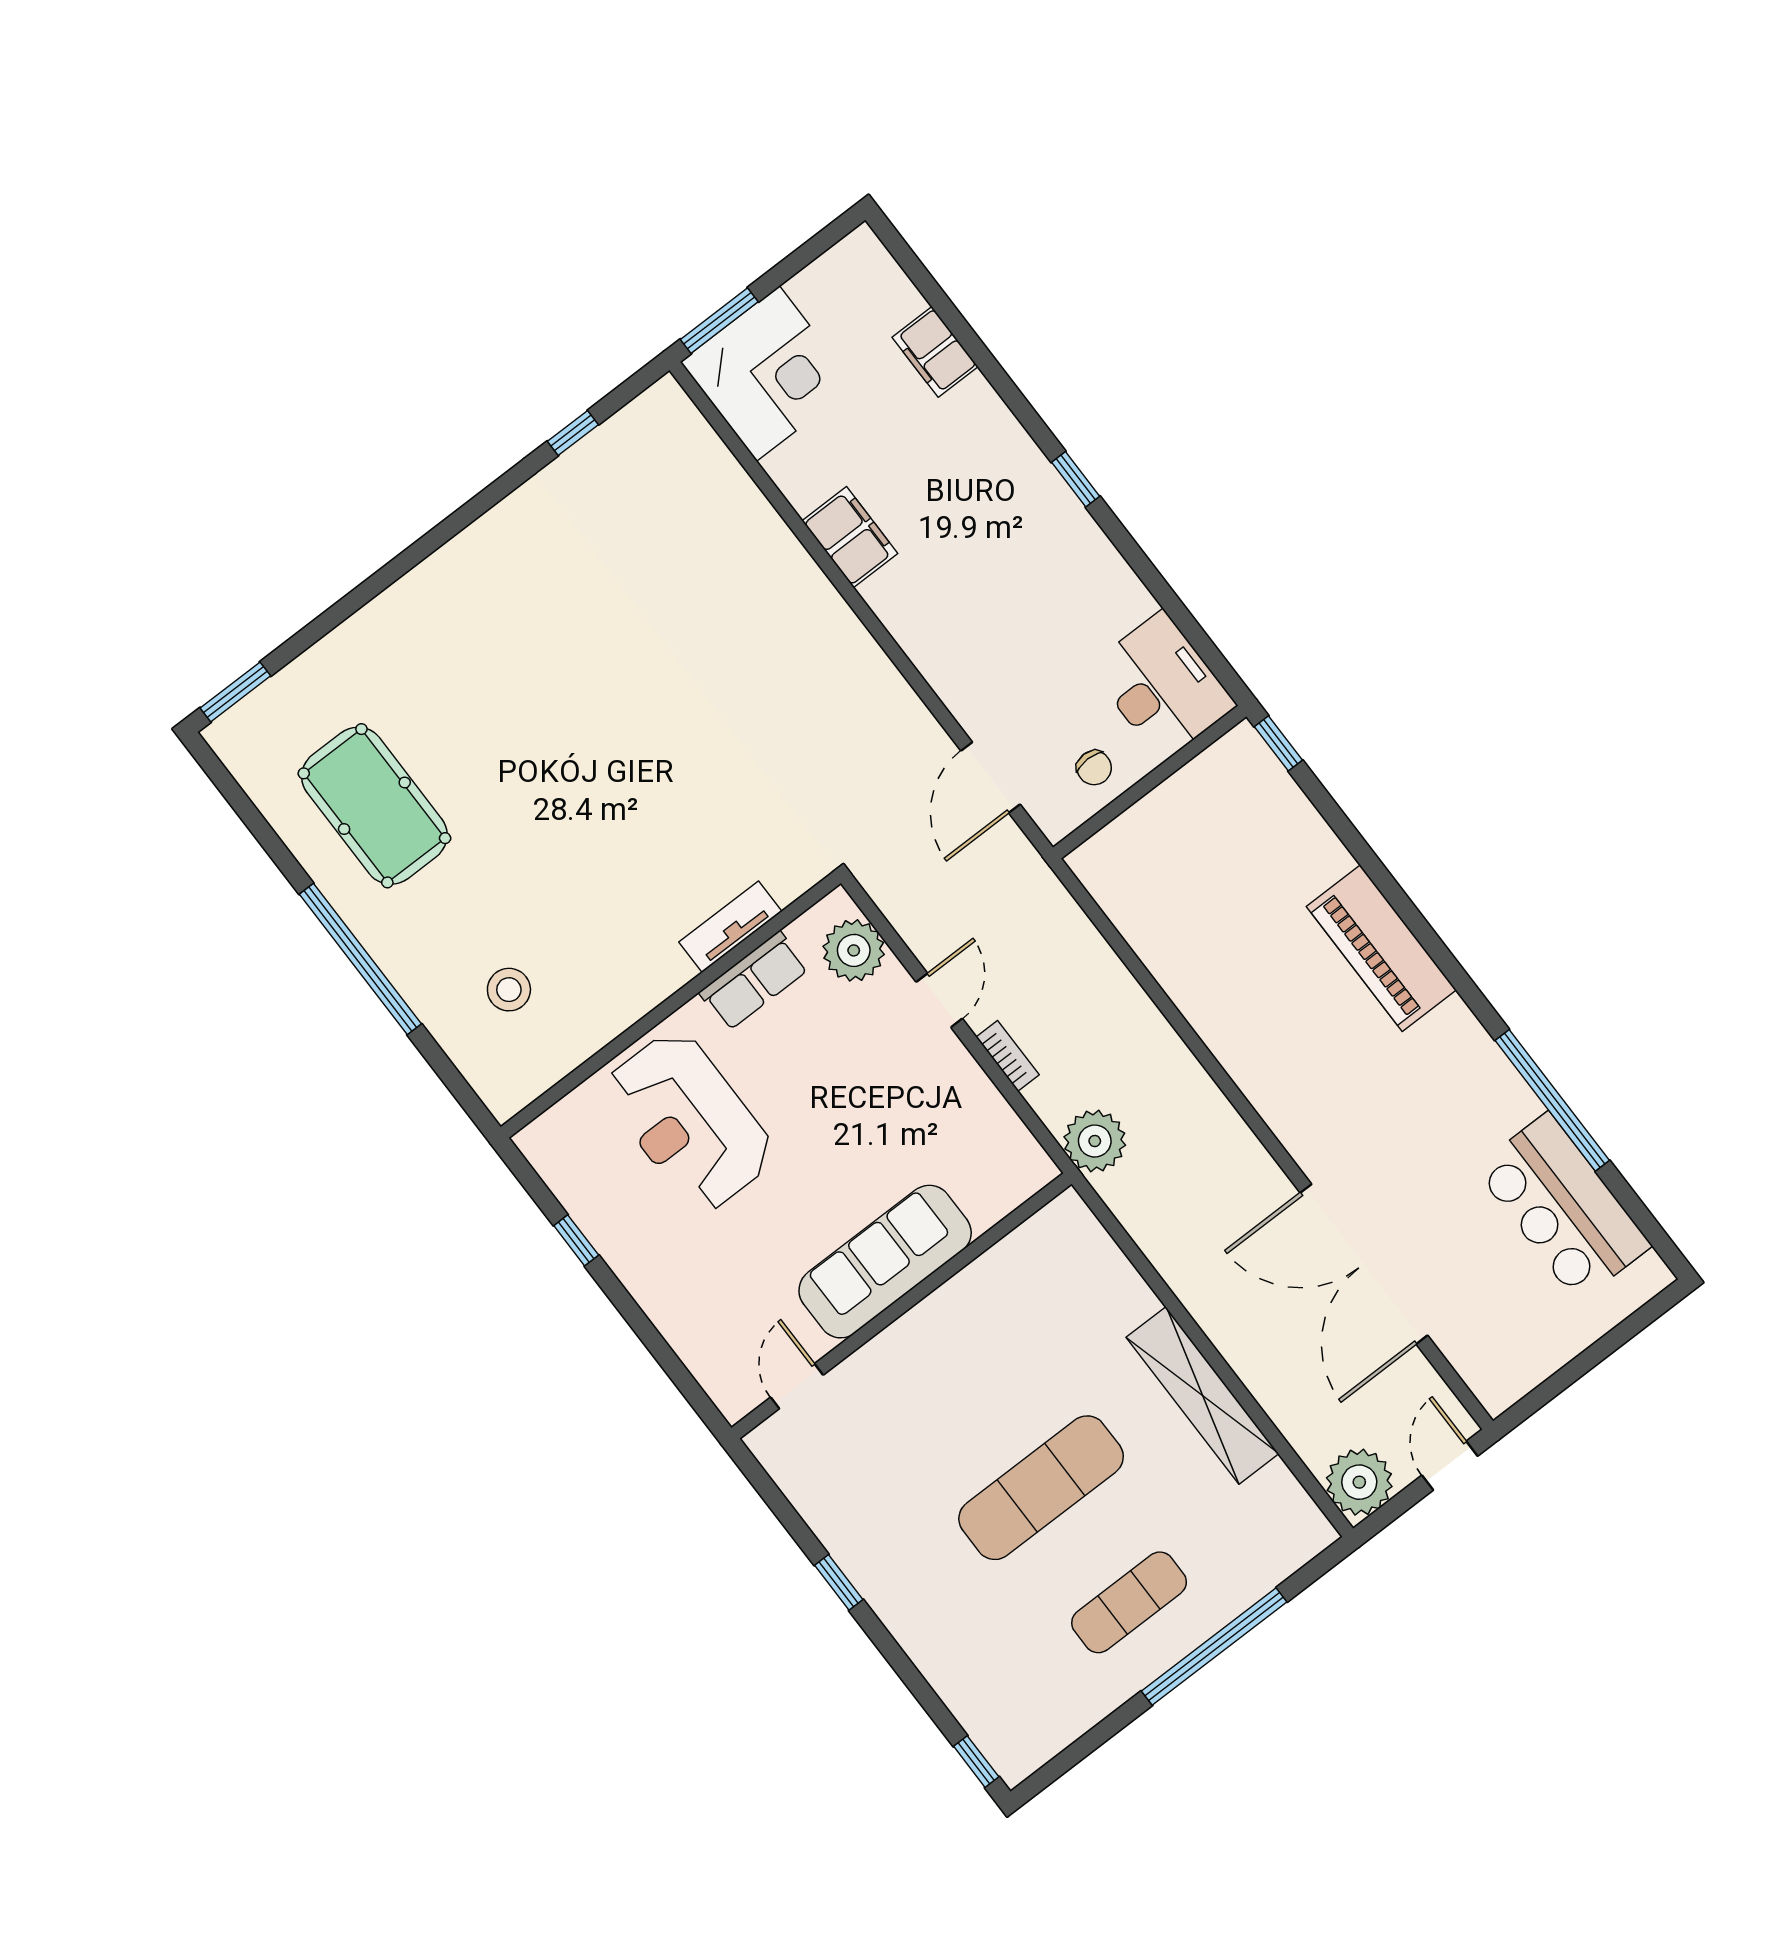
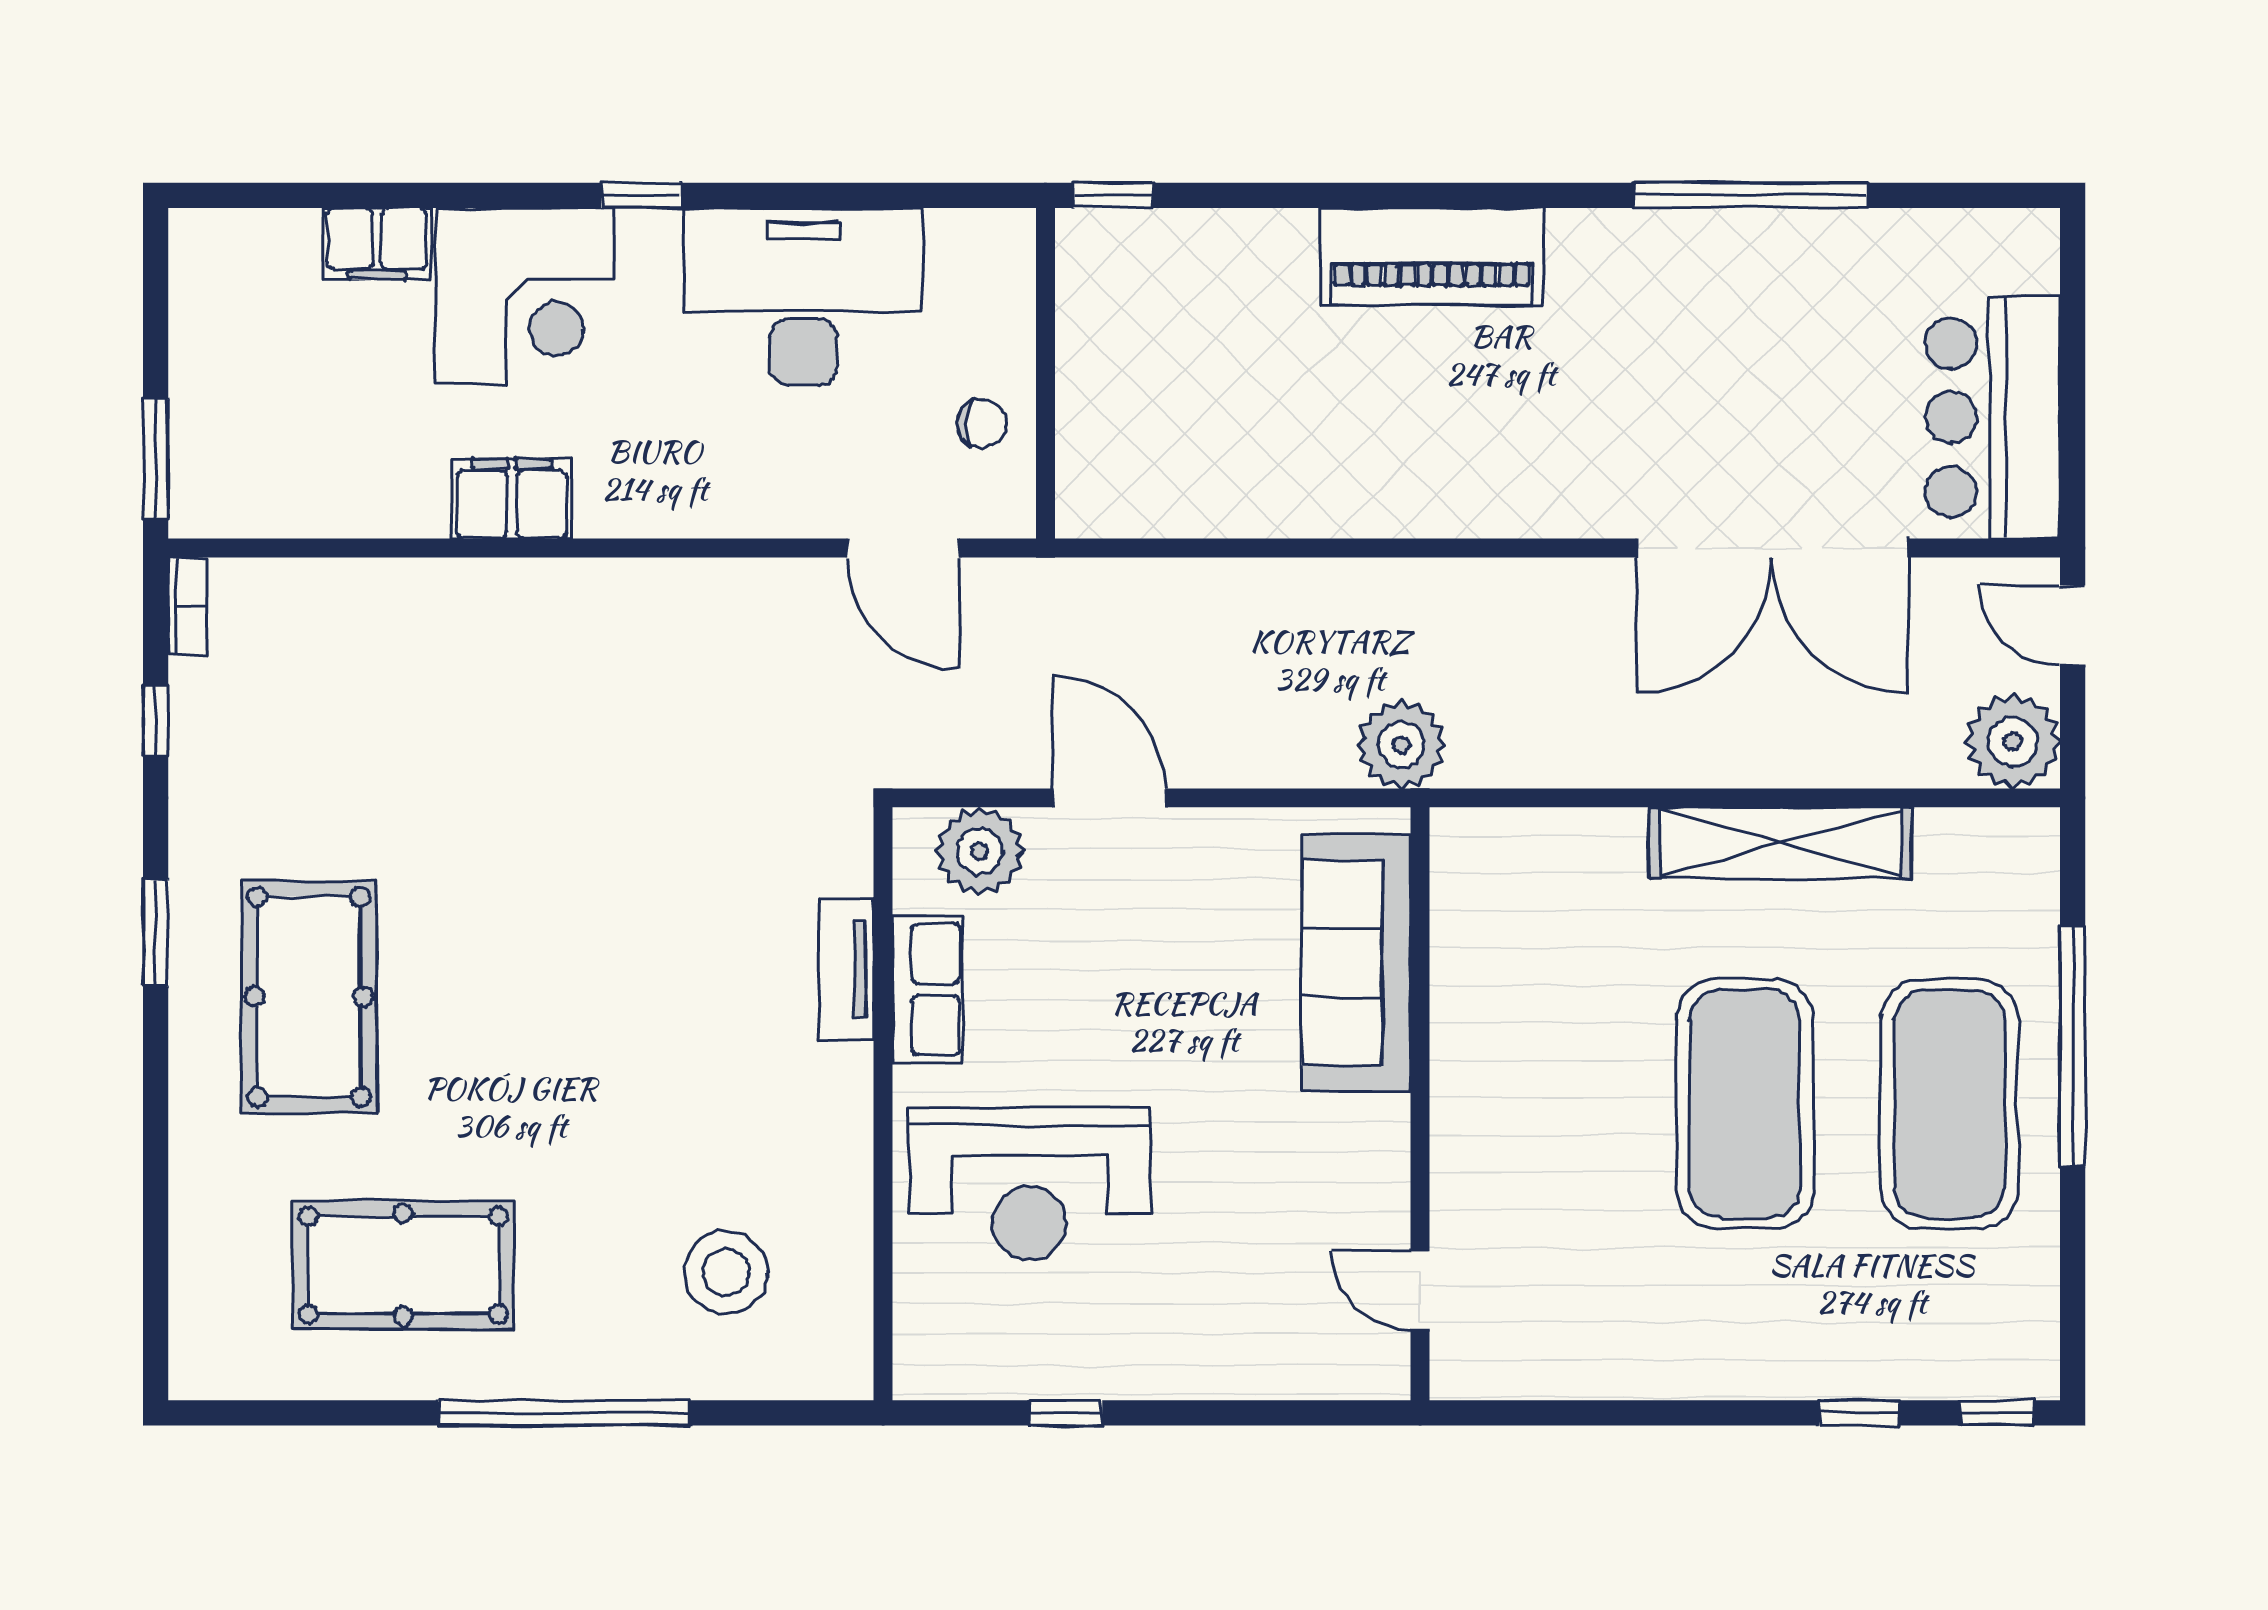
corner desk: (768, 373) -> (525, 297), moved, turned 90
pool table: (484, 638) -> (309, 997), added
desk: (1162, 686) -> (803, 297), moved, width x1.36, depth x1.30
window: (235, 692) -> (156, 933), moved
stool: (509, 990) -> (726, 1272), width x1.38, depth x1.38
door: (939, 1000) -> (1109, 798), width x1.38
bookcase: (1008, 1056) -> (187, 606), moved, turned 90
bar counter: (1563, 1207) -> (1993, 417), moved, turned 90
sofa: (885, 1262) -> (1356, 963), moved
exercise mat: (1041, 1488) -> (1745, 1104), width x1.47
window: (839, 1582) -> (1859, 1413), moved
exercise mat: (1129, 1602) -> (1950, 1104), width x2.00, depth x1.45

